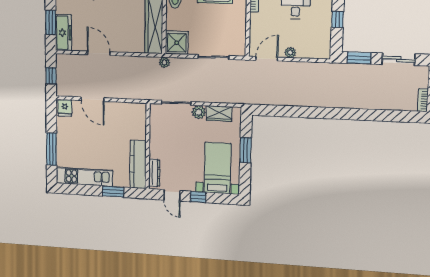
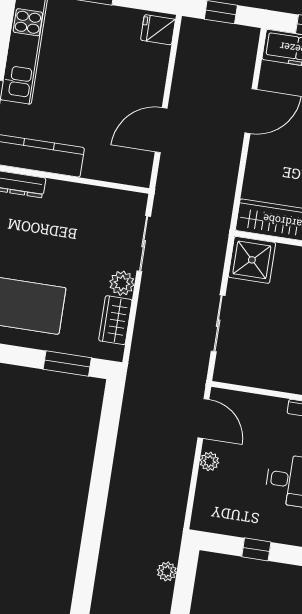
window: (359, 58) -> (185, 579), removed
plant: (164, 62) -> (167, 571), moved
door: (93, 99) -> (161, 130), moved
window: (246, 150) -> (67, 363), moved

